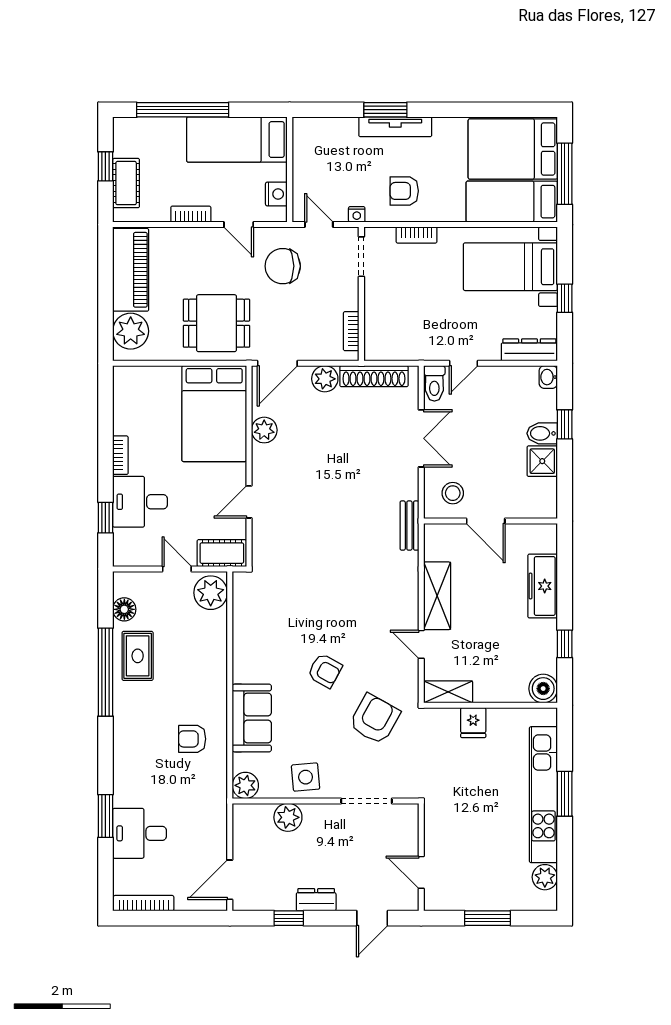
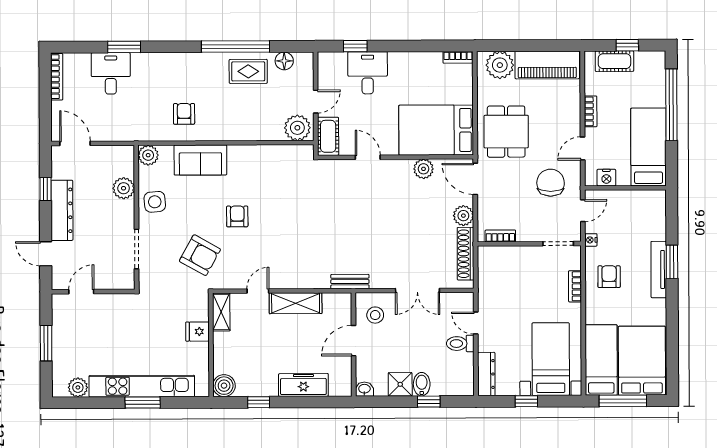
washbasin: (548, 377) -> (364, 389), moved
toilet: (434, 383) -> (460, 343), moved
bookcase: (120, 455) -> (458, 57), moved
armchair: (325, 671) -> (237, 216), turned 151
dresser: (316, 900) -> (62, 210), width x1.96, depth x1.24

